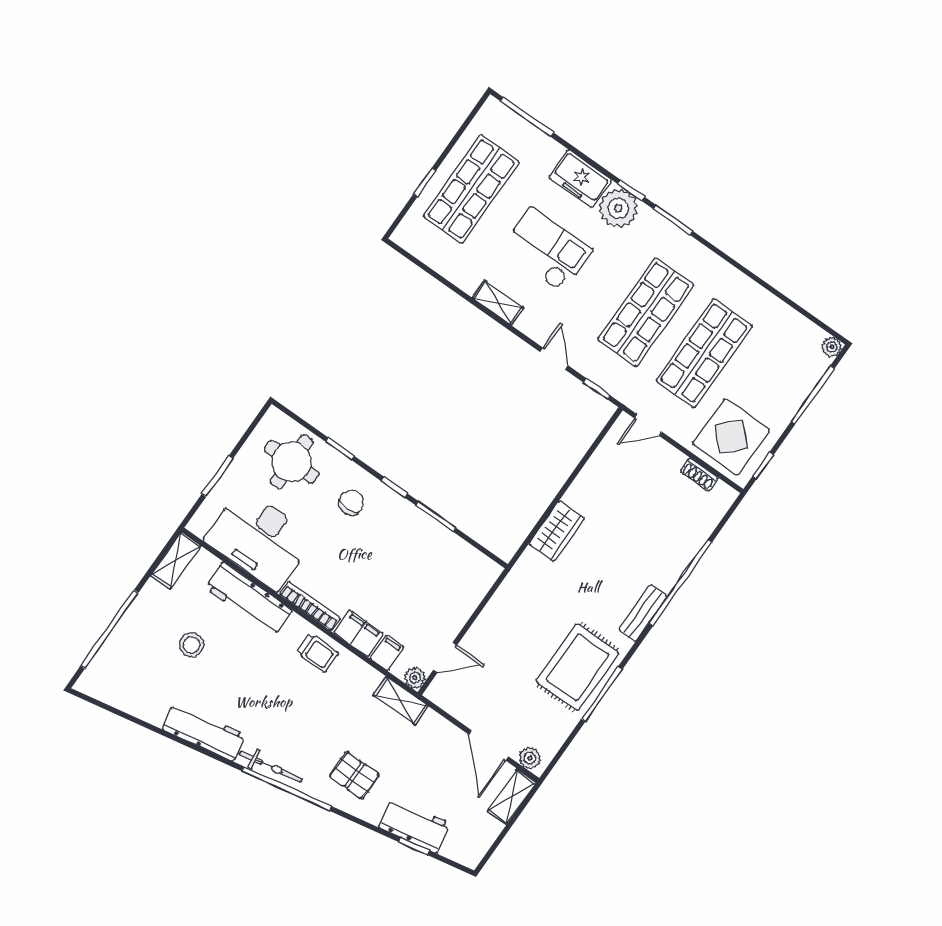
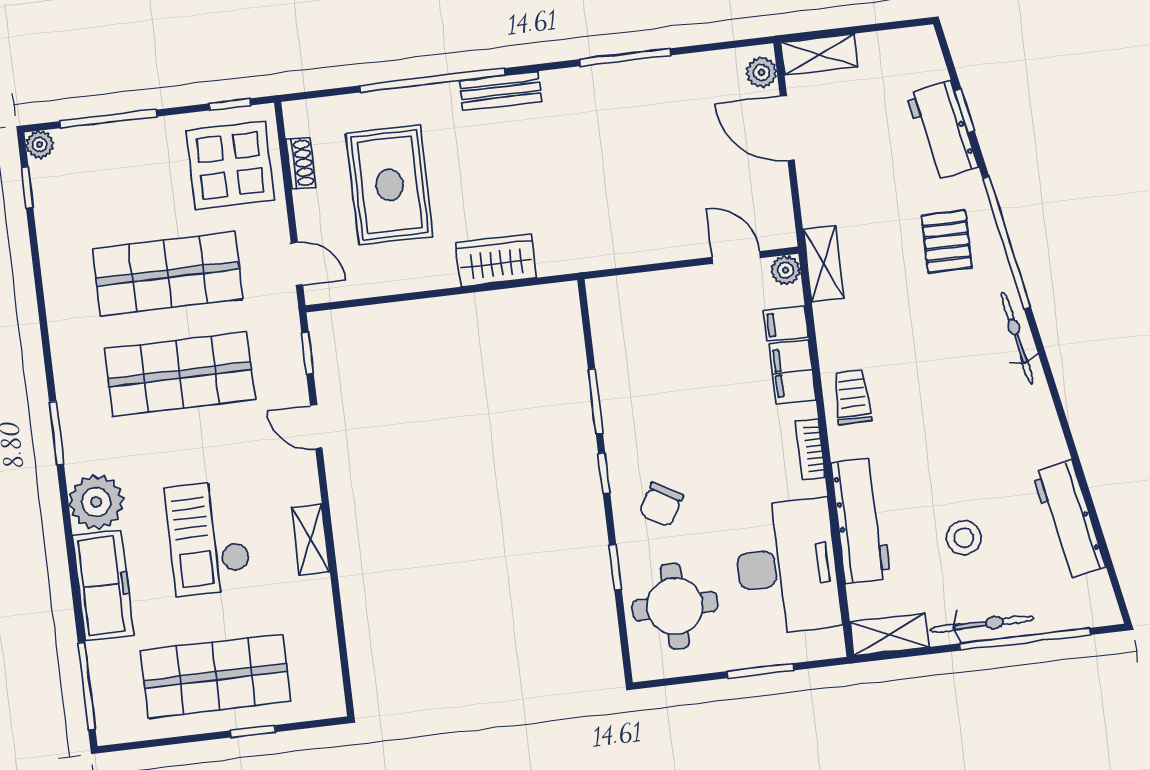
freezer: (580, 179) -> (103, 586), width x1.40
window: (631, 190) -> (27, 187), moved
door: (554, 359) -> (316, 427), hinge flipped
chair: (351, 502) -> (661, 504), turned -60
bookcase: (310, 606) -> (810, 449), width x0.64
bicycle: (138, 614) -> (982, 624), added
rug: (578, 667) -> (390, 185), moved, turned 90
workbench: (204, 732) -> (1069, 520), moved
door: (489, 745) -> (787, 128), swing flipped
window: (287, 789) -> (1007, 243), moved

